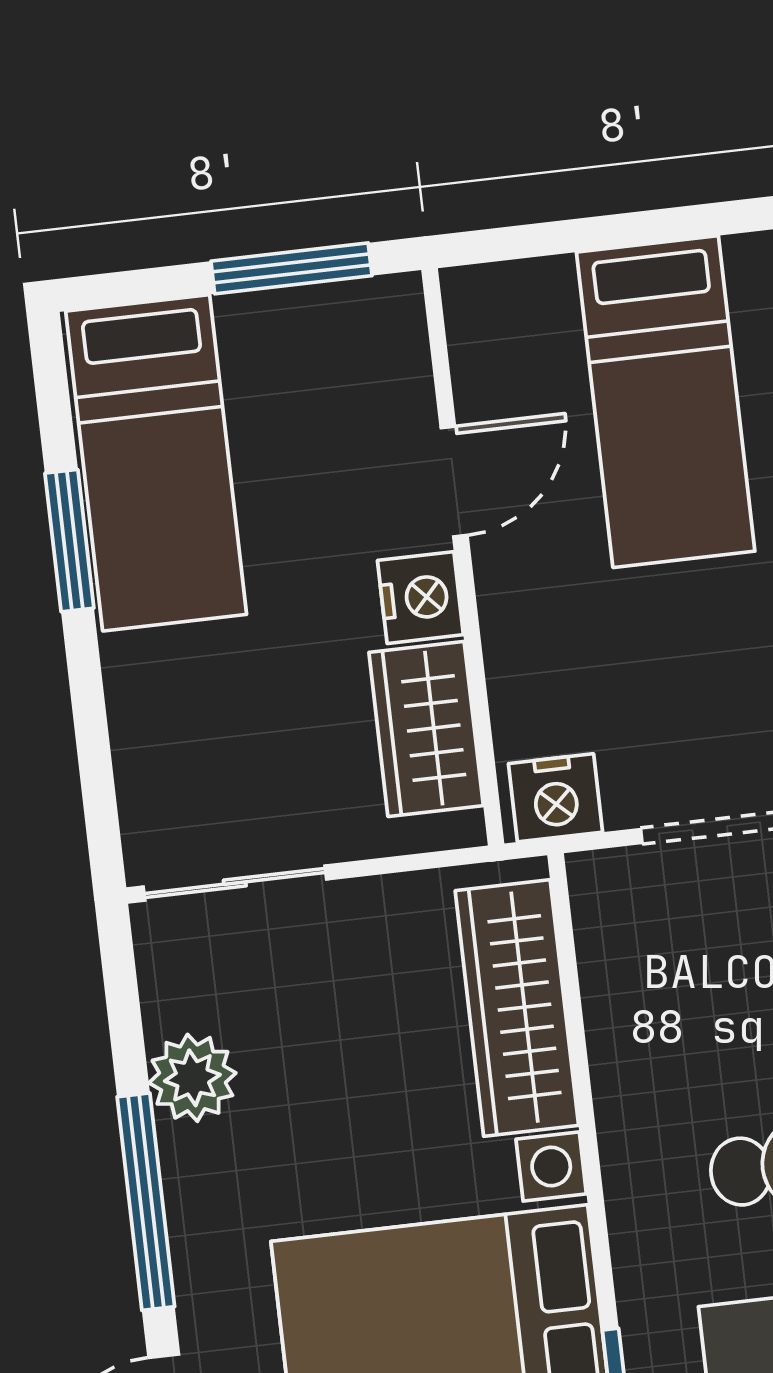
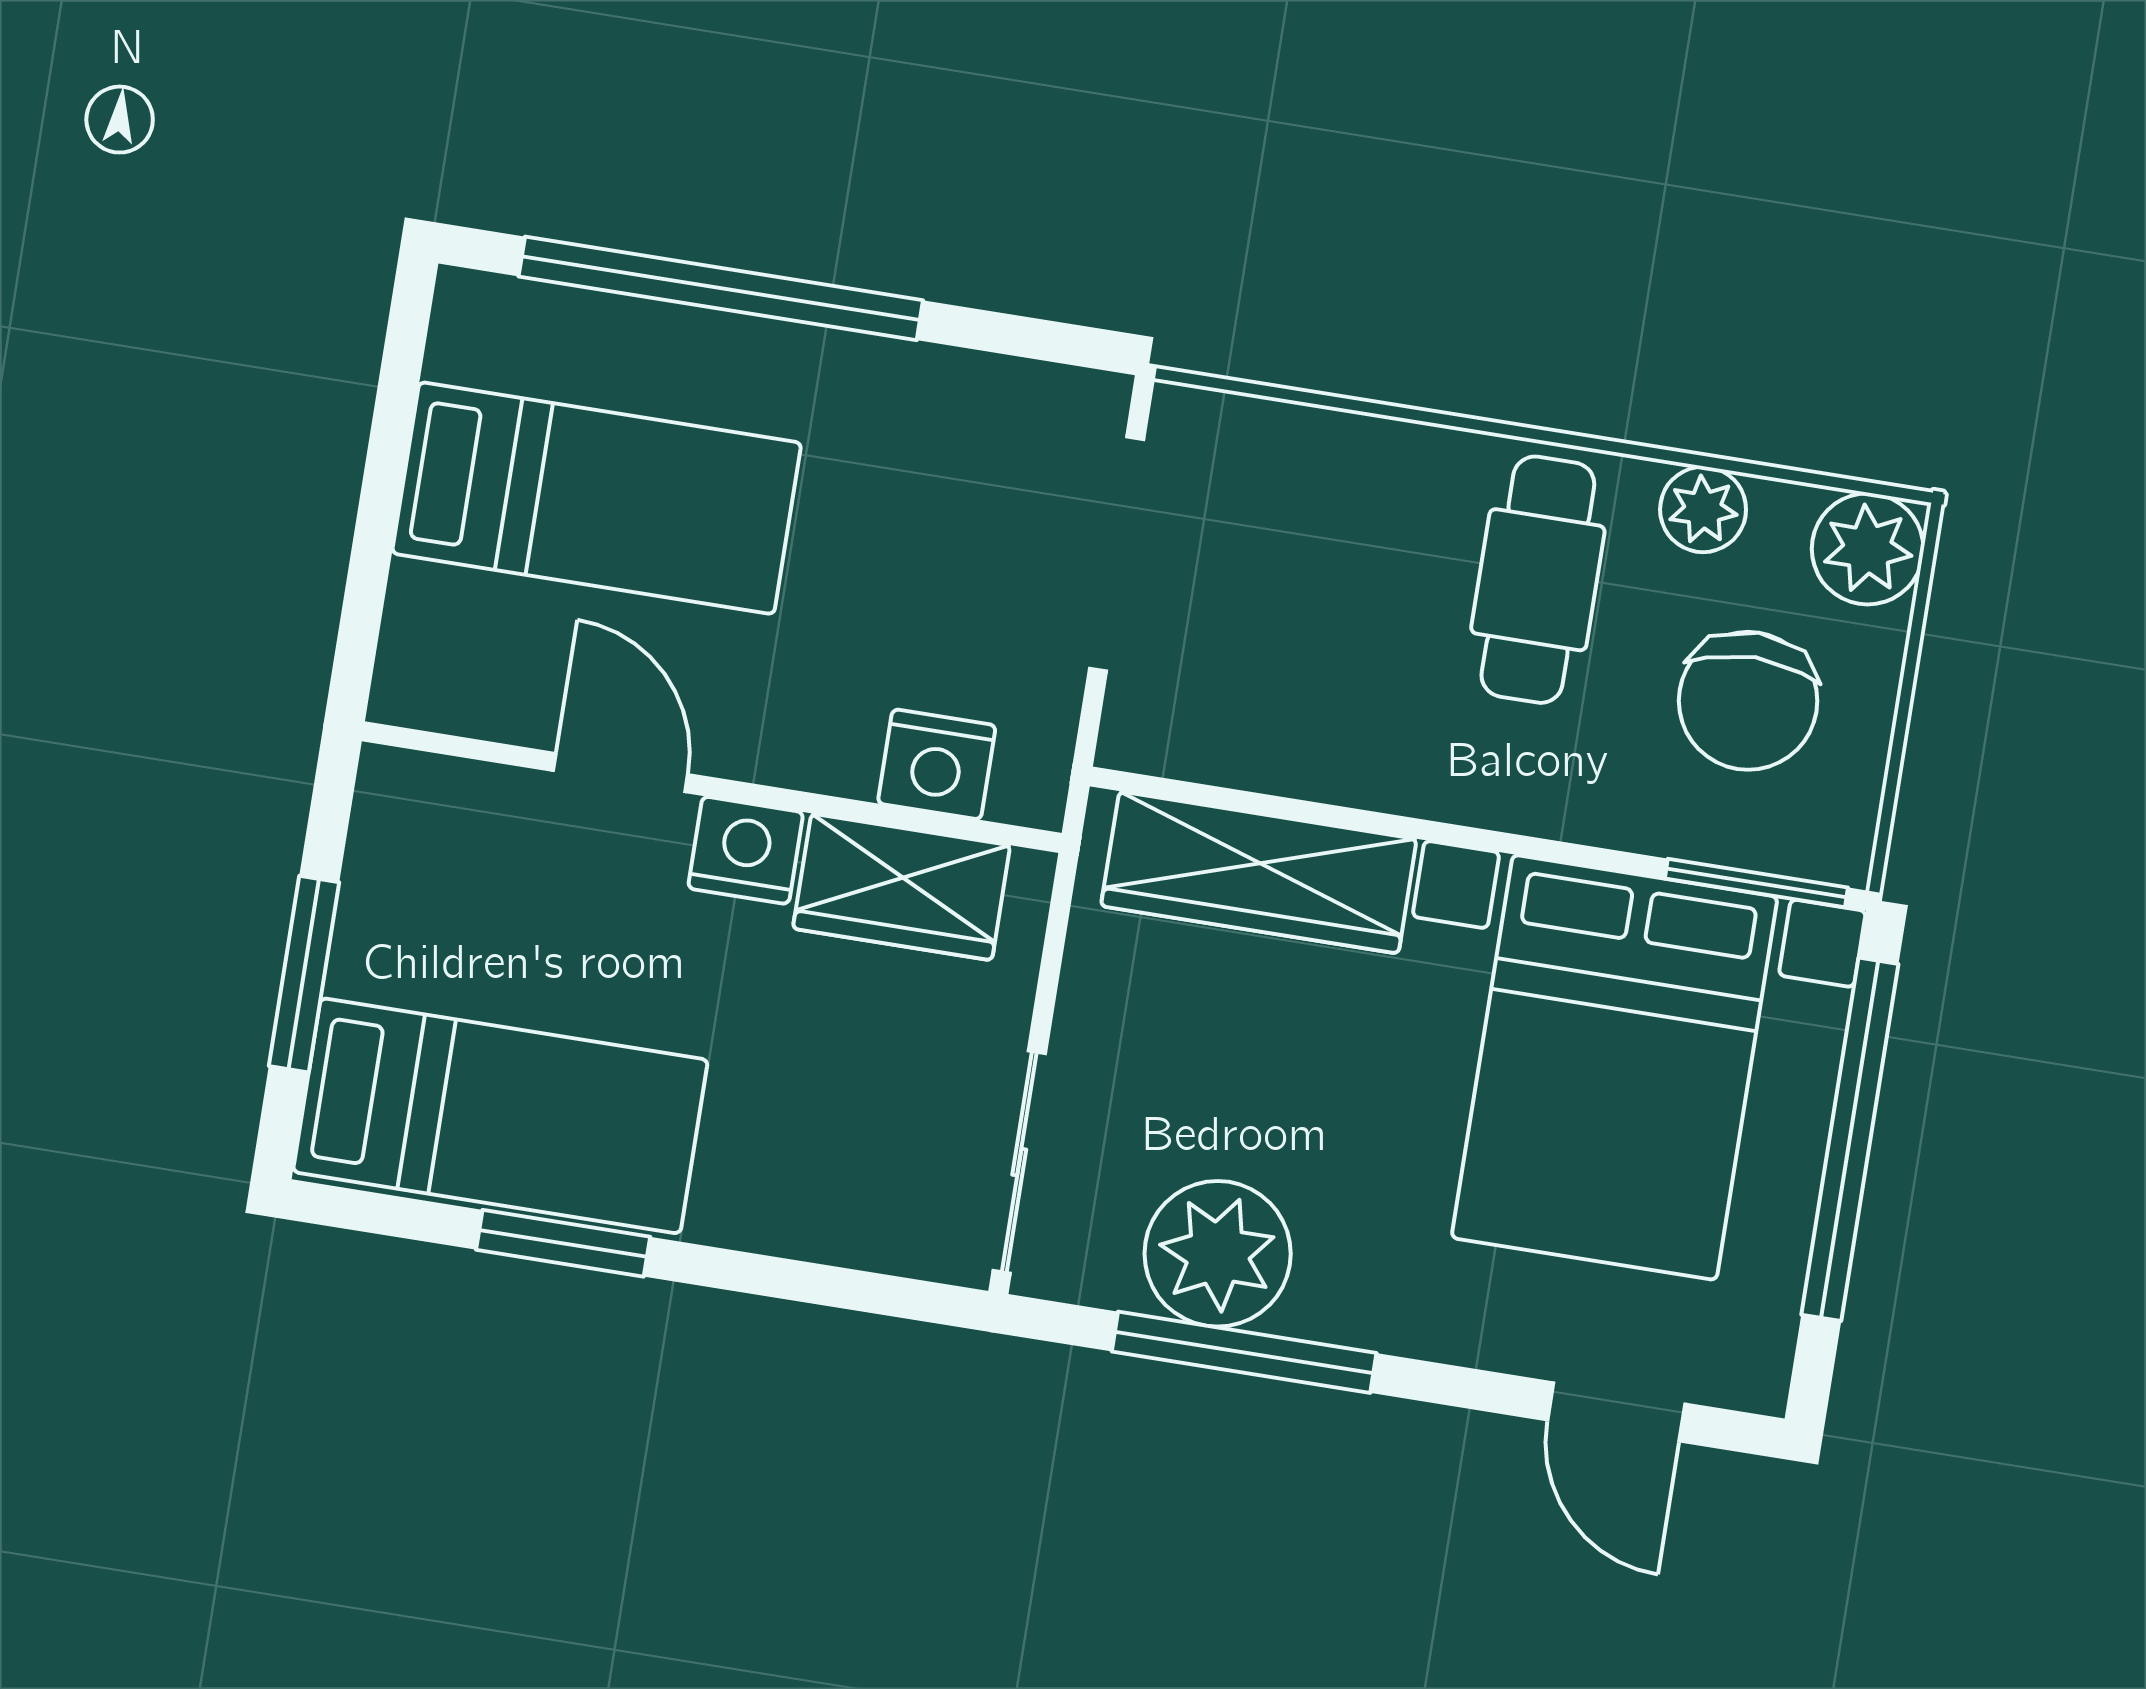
window: (291, 268) -> (304, 974), moved
nightstand: (556, 798) -> (937, 764), moved, turned 90
plant: (192, 1078) -> (1218, 1254), width x1.36, depth x1.36
window: (146, 1202) -> (1244, 1352), moved

